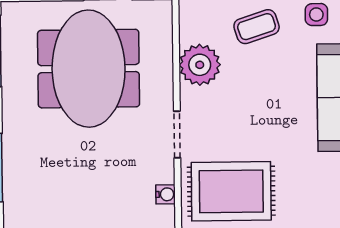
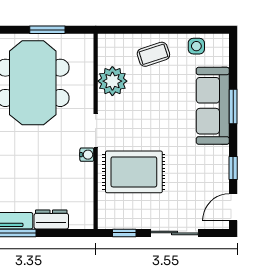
water cooler: (166, 194) -> (87, 155), moved

